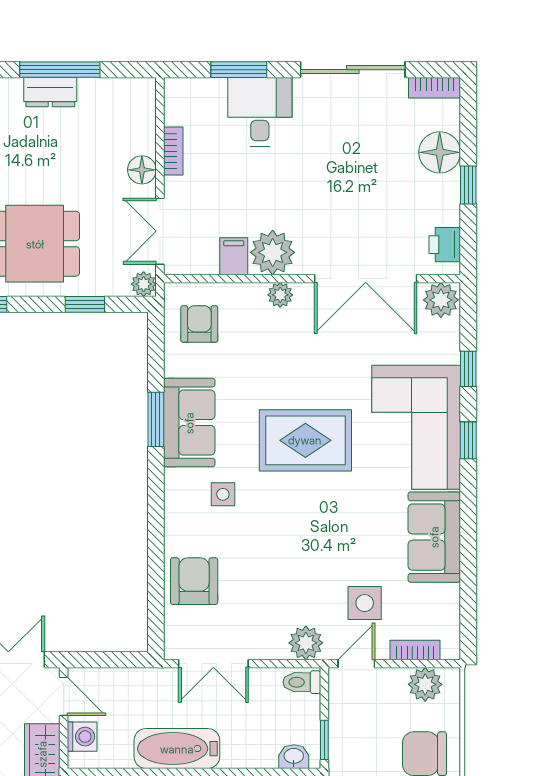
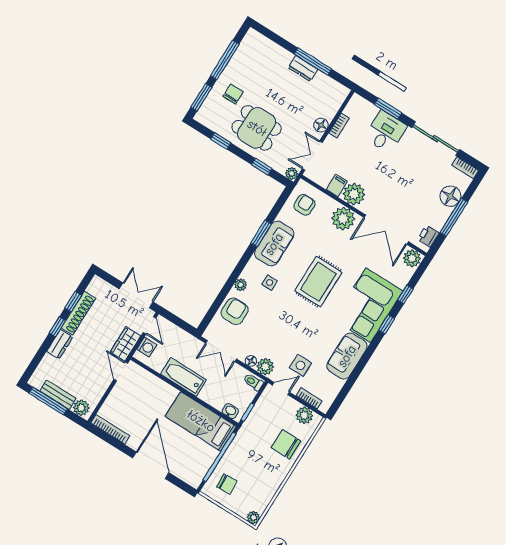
window: (468, 185) -> (454, 217), width x2.17
plant: (280, 295) -> (343, 219), width x1.88, depth x1.88
rug: (305, 440) -> (318, 282), turned 90
plant: (176, 529) -> (241, 285), added
floor lamp: (275, 649) -> (251, 361), added

